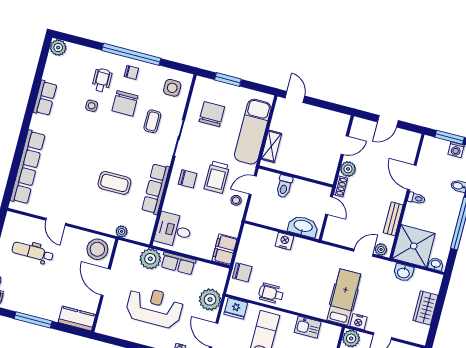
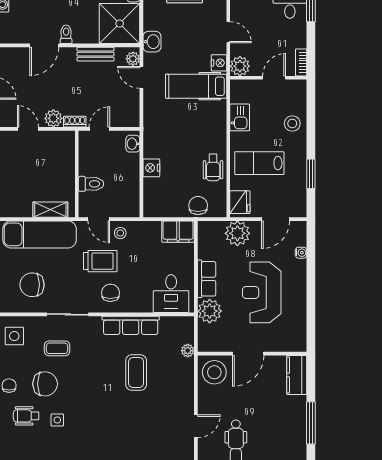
washbasin: (303, 226) -> (133, 144), width x0.52, depth x0.69
washbasin: (404, 273) -> (152, 42), moved

